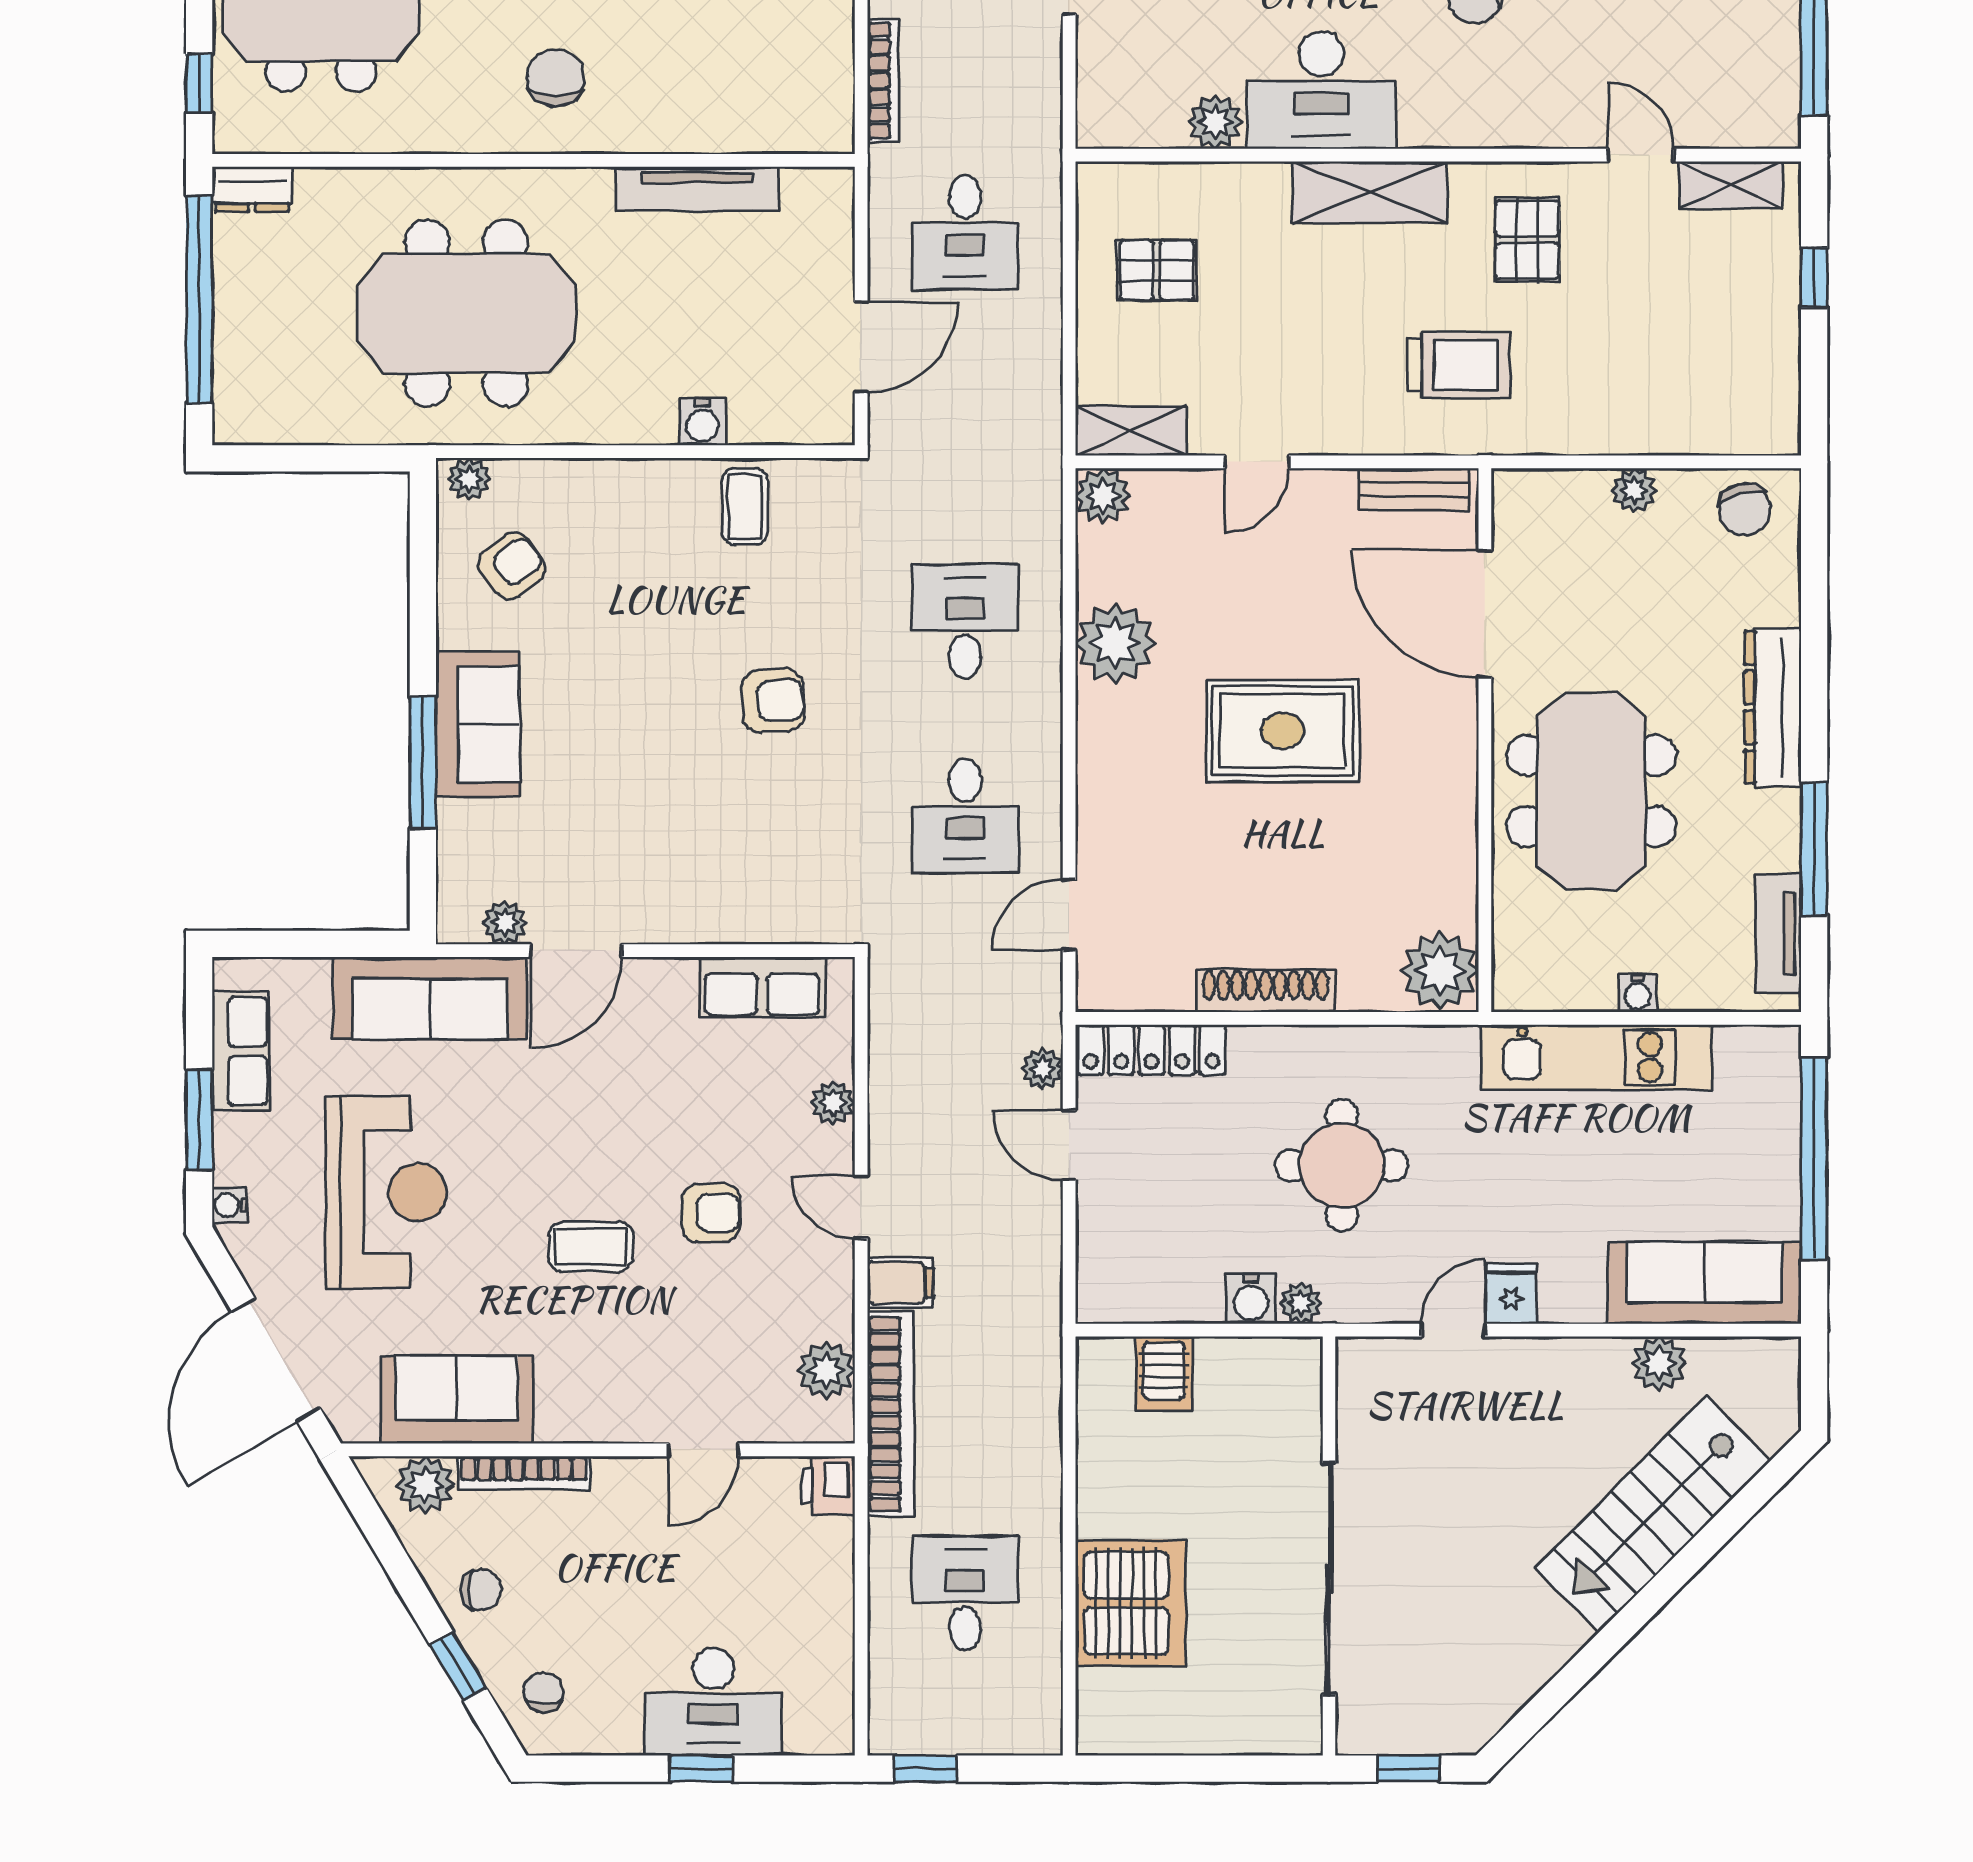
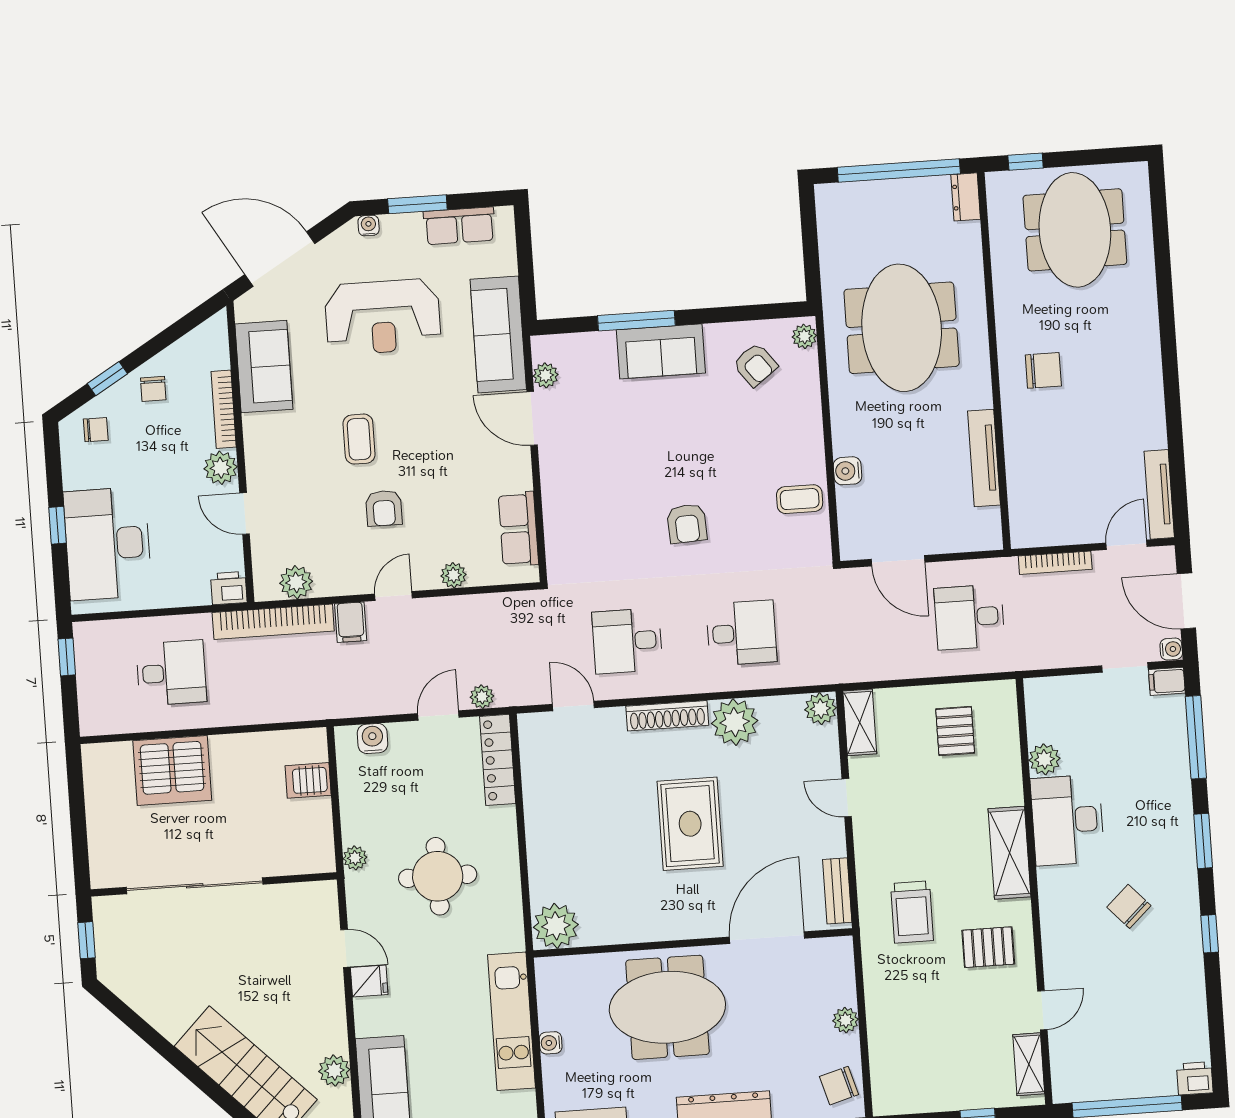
shoe rack: (1266, 991) -> (667, 716), moved, turned 90
water cooler: (1251, 1299) -> (372, 739), moved, turned 90
plant: (425, 1485) -> (221, 468), moved
desk: (713, 1702) -> (108, 544), width x1.36, depth x1.30

